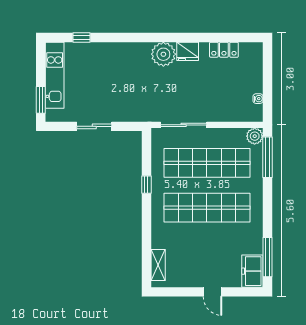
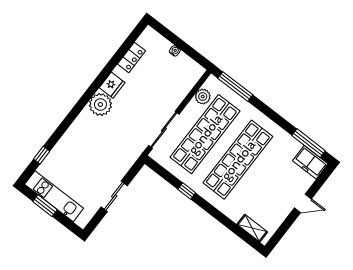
water cooler: (258, 99) -> (175, 51), moved
window: (41, 100) -> (45, 206), moved
plant: (255, 136) -> (203, 97), moved

